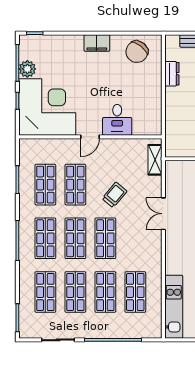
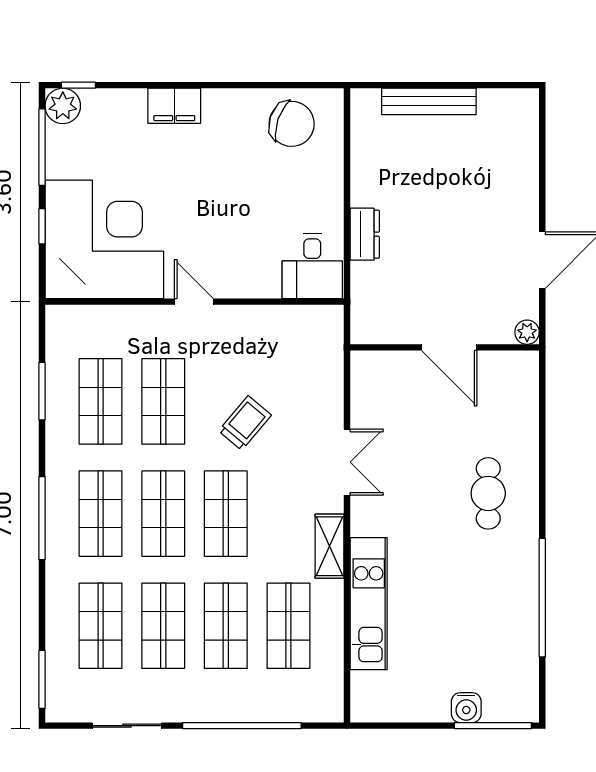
filing cabinet: (97, 43) -> (174, 106), moved
chair: (137, 52) -> (292, 124), turned -110
plant: (27, 69) -> (63, 106), moved
dresser: (172, 74) -> (365, 234), moved
desk: (117, 120) -> (312, 266), moved
door: (90, 137) -> (194, 302), swing flipped
shelving: (155, 160) -> (330, 546), moved
double door: (163, 214) -> (347, 462), swing flipped
kitchen unit: (174, 307) -> (369, 604), moved

